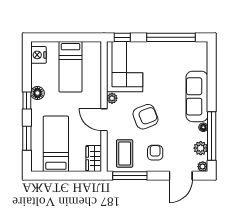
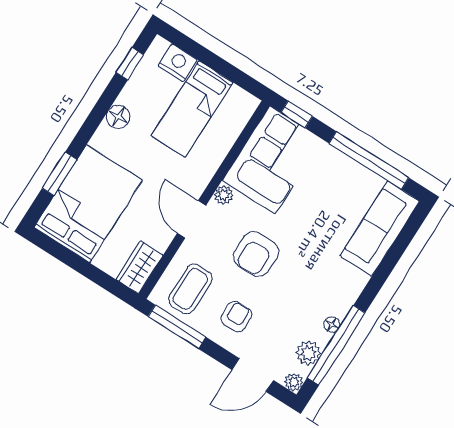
nightstand: (38, 55) -> (178, 63), moved, turned 90
sofa: (197, 96) -> (380, 229), moved
window: (27, 101) -> (130, 64), moved
armchair: (145, 117) -> (256, 254), turned 111
bed: (56, 144) -> (88, 204), width x1.50

